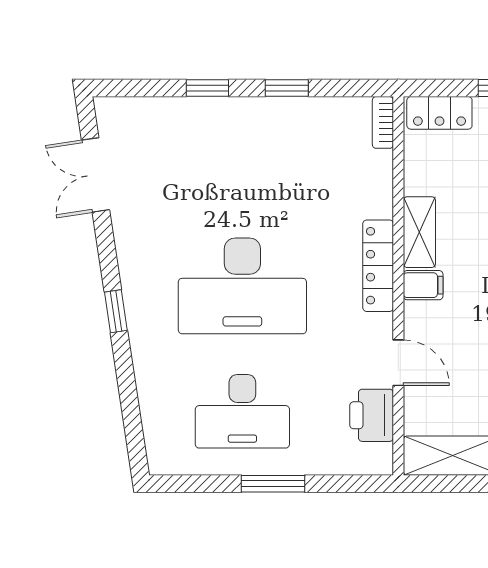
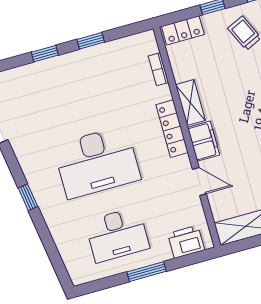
bookcase: (383, 122) -> (158, 69), moved
filing cabinet: (423, 285) -> (204, 141), width x2.00
printer: (372, 415) -> (186, 242), moved, turned 90

